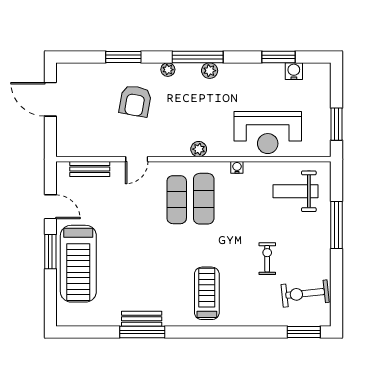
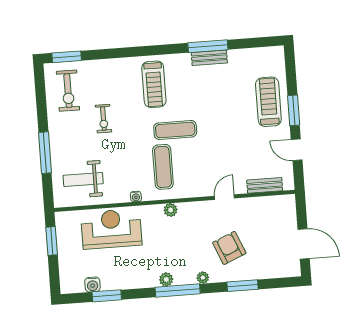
armchair: (135, 101) -> (229, 248), turned -33
weight bench: (295, 191) -> (83, 179), turned 180
exercise mat: (177, 200) -> (175, 130), moved, turned 90
treadmill: (78, 264) -> (268, 102), width x0.73, depth x0.73
exercise bike: (305, 293) -> (68, 91), turned 96

